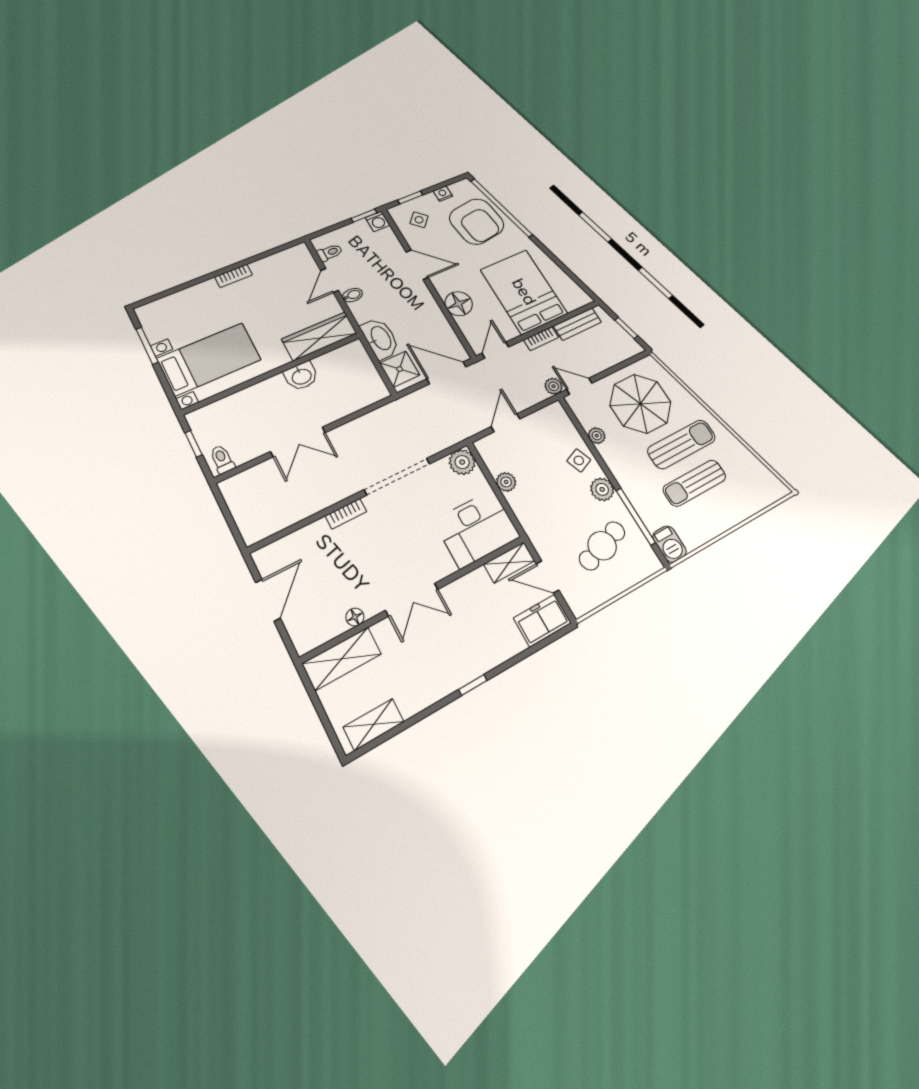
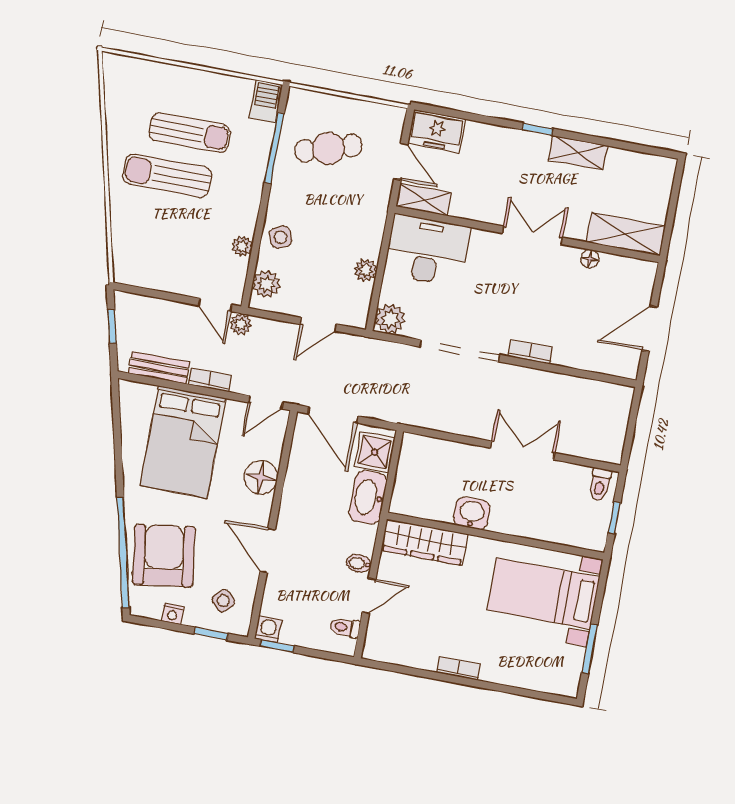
parasol: (640, 404) -> (170, 243), removed
plant: (602, 489) -> (266, 284), moved
shelving: (374, 724) -> (578, 153), moved

